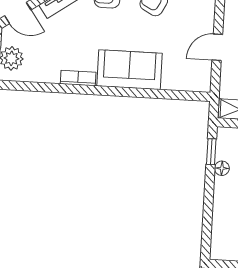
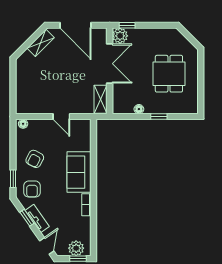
window: (211, 152) -> (159, 116), moved

